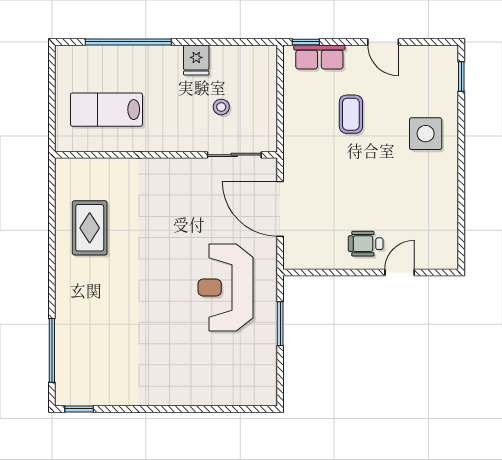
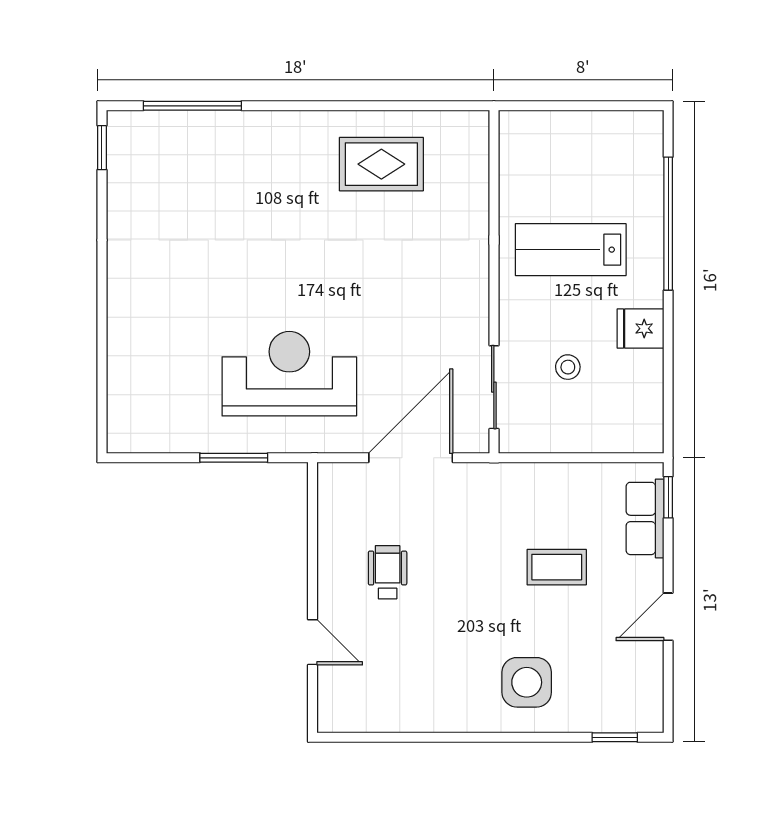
lab bench: (106, 110) -> (571, 250), moved, turned -90
wheelchair: (366, 244) -> (388, 572), moved

